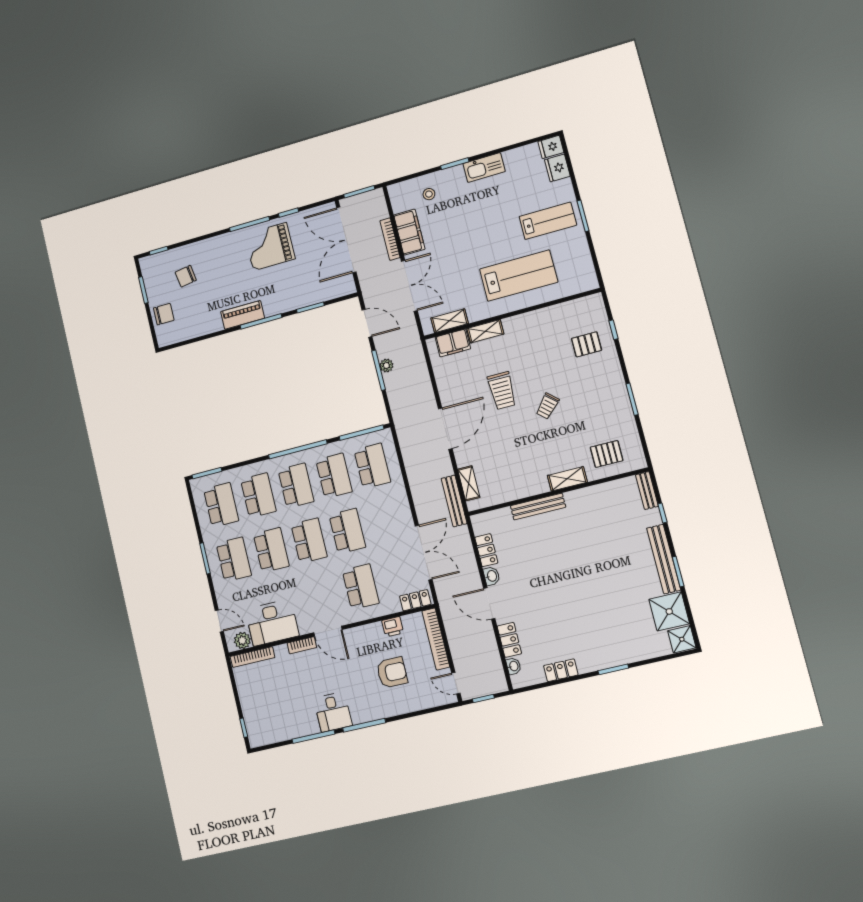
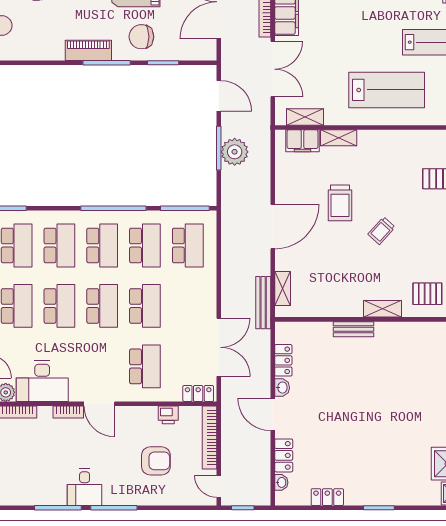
chair: (286, 290) -> (141, 37), added
plant: (386, 365) -> (235, 152), width x1.87, depth x1.87
bench: (538, 507) -> (354, 329), width x0.73

